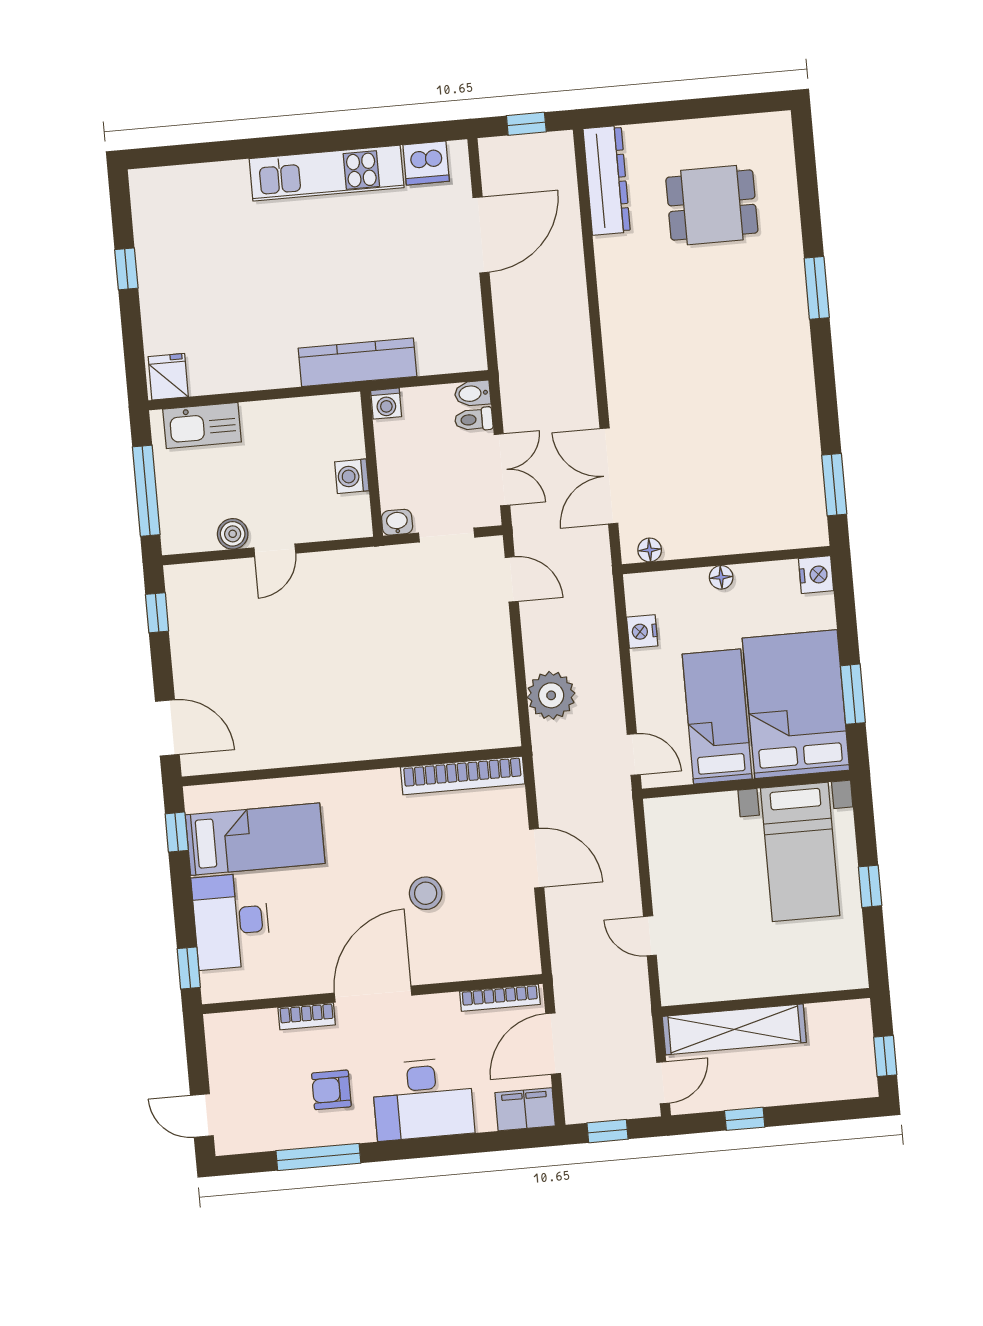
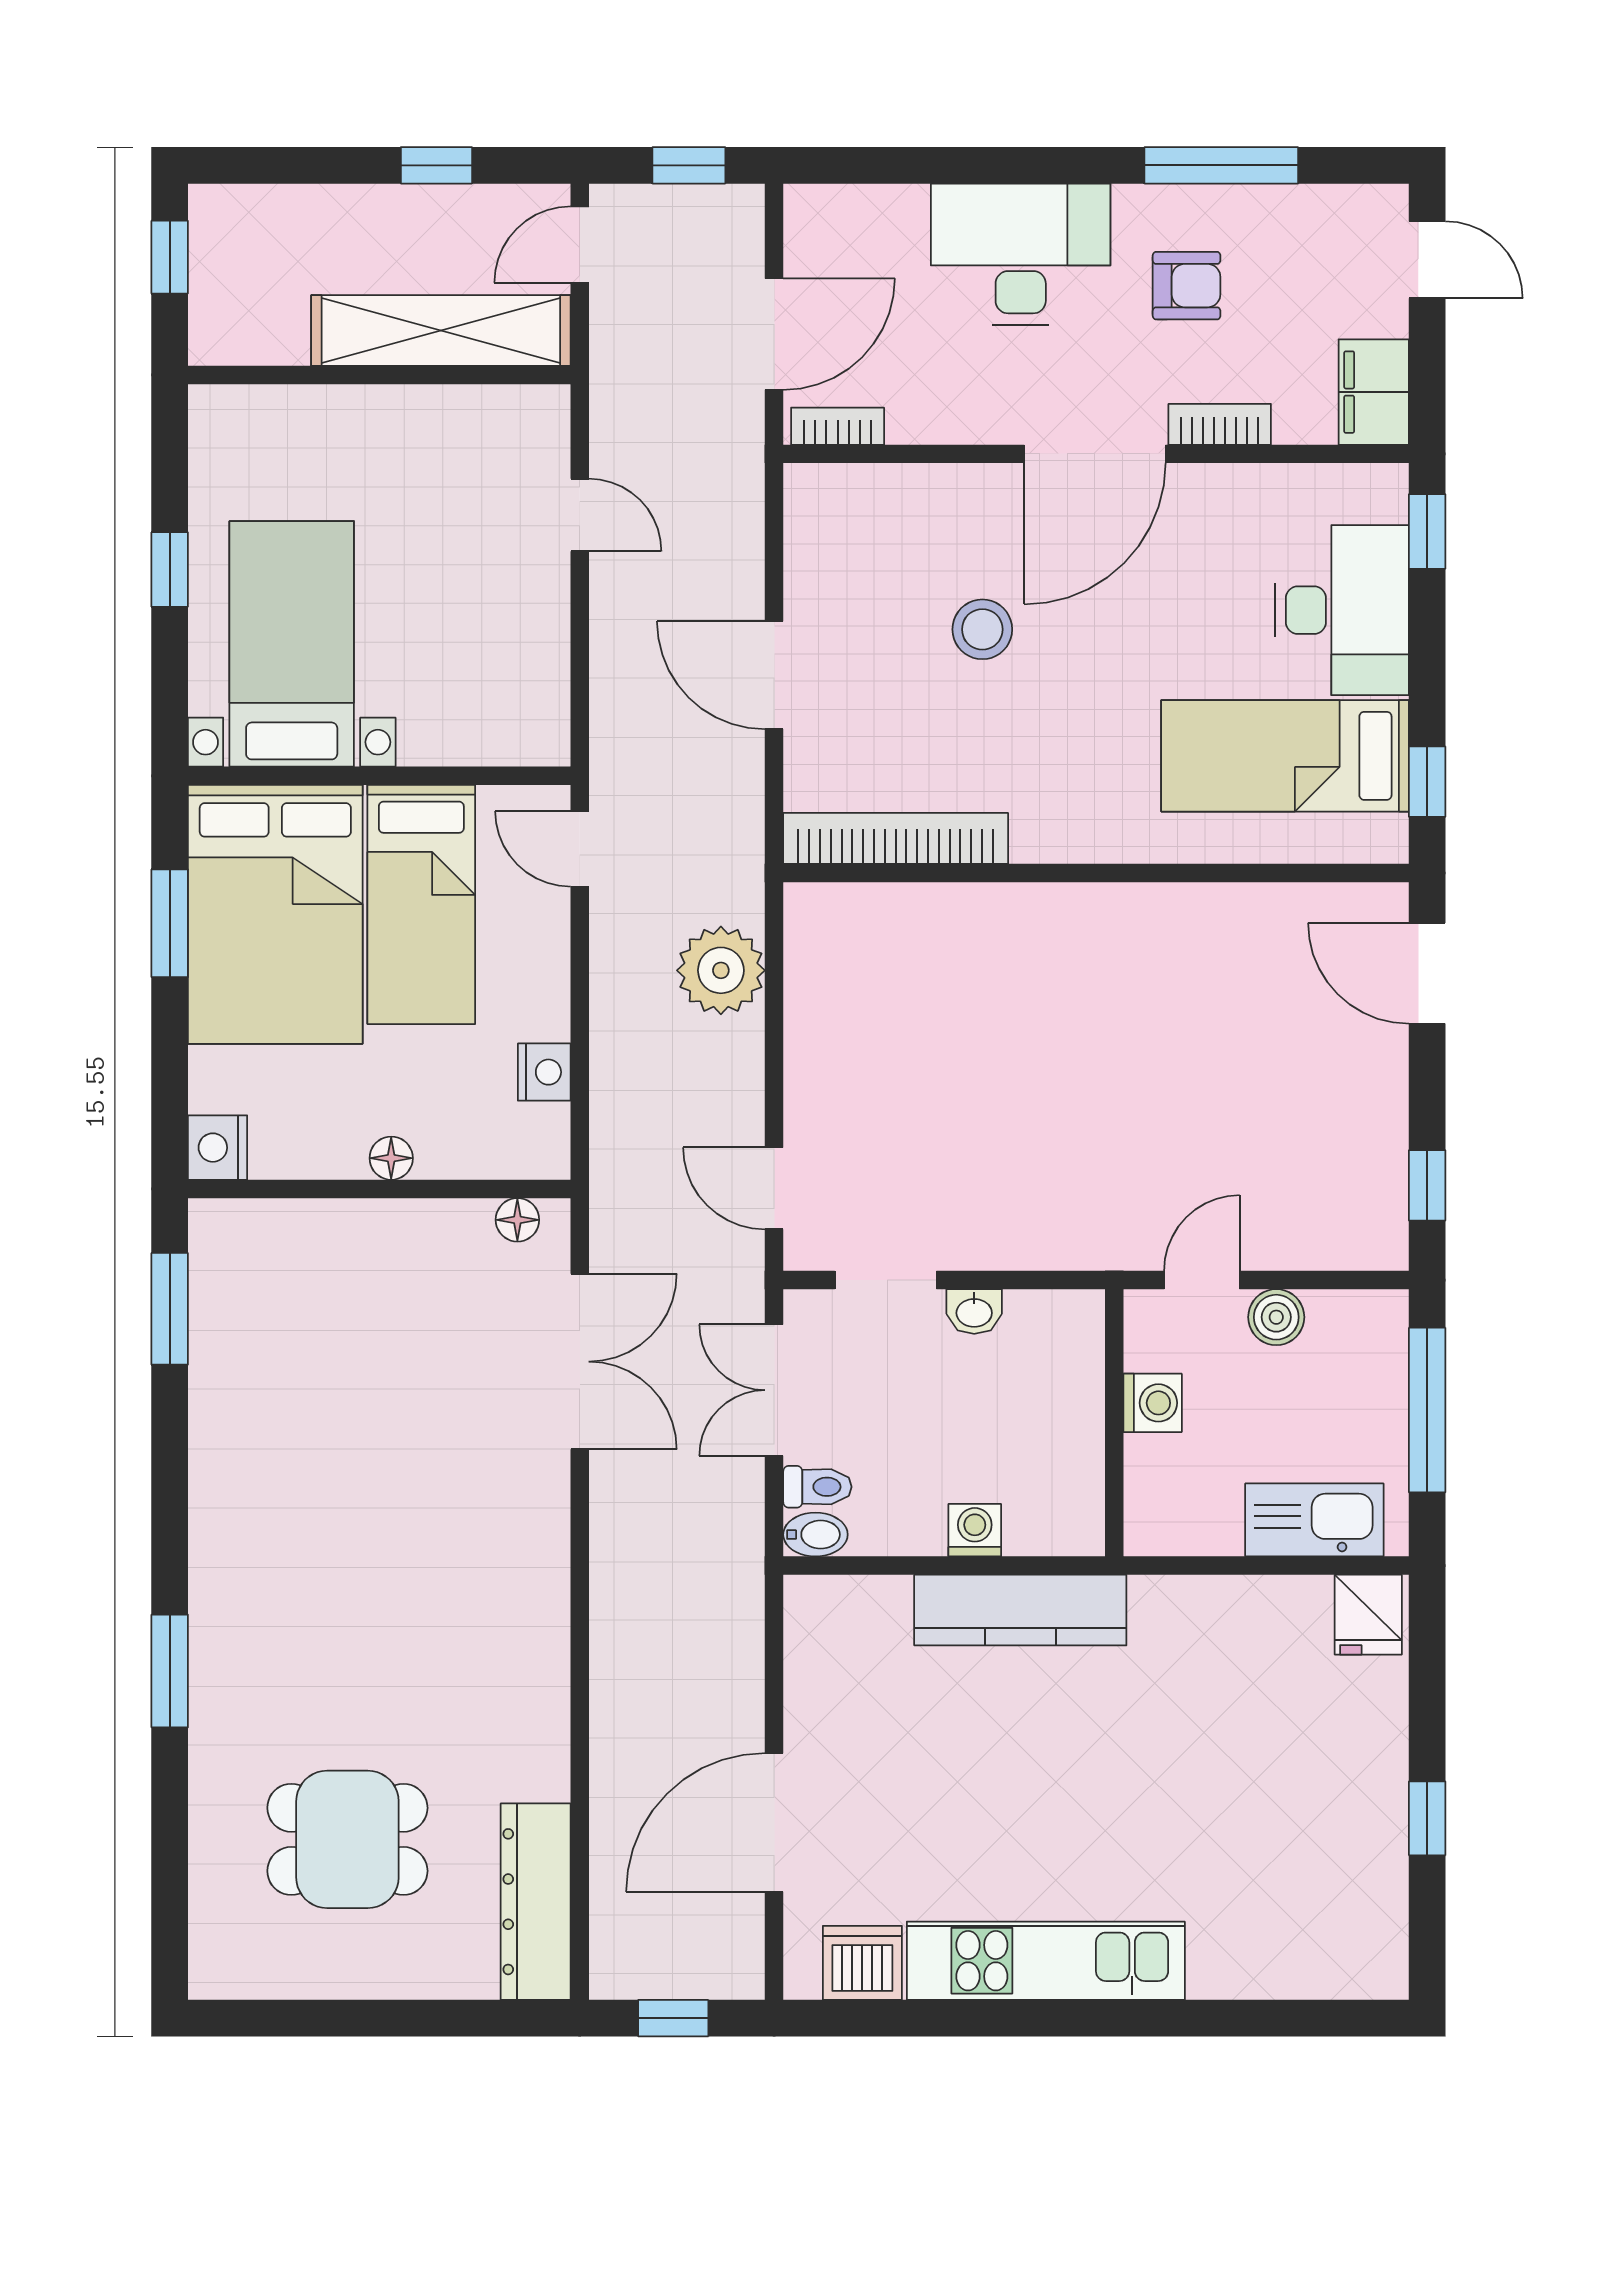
wall: (372, 464) -> (1114, 1423), moved
washing machine: (352, 476) -> (1153, 1403), moved
bookcase: (500, 998) -> (838, 426), width x0.64
filing cabinet: (525, 1109) -> (1374, 392), moved, turned 90

